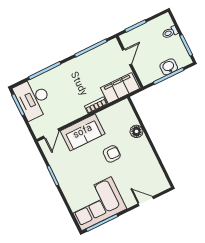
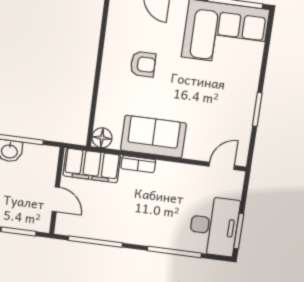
door: (127, 57) -> (56, 199), swing flipped
floor lamp: (137, 131) -> (102, 138), moved
sofa: (83, 132) -> (153, 137), moved
armchair: (112, 154) -> (143, 64), moved, turned 180

